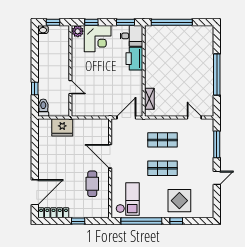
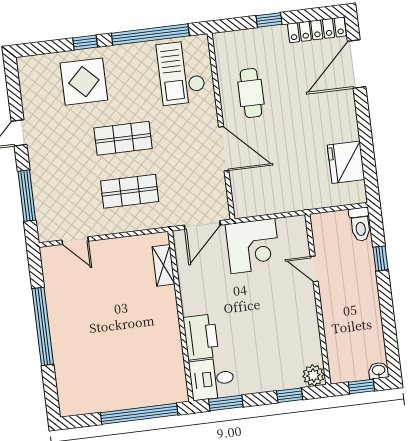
corner desk: (98, 39) -> (253, 246), moved, turned 180
fridge: (62, 127) -> (346, 162), moved, turned -90

